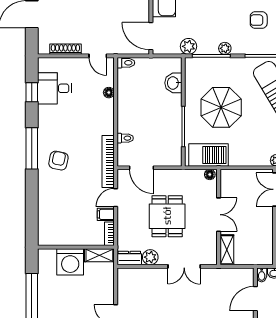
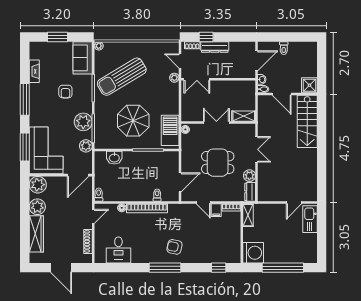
plant: (225, 48) -> (83, 122), width x1.88, depth x1.88
window: (32, 92) -> (219, 268), moved
bookcase: (108, 162) -> (147, 208), moved
washing machine: (70, 262) -> (253, 253), moved

